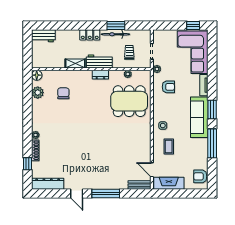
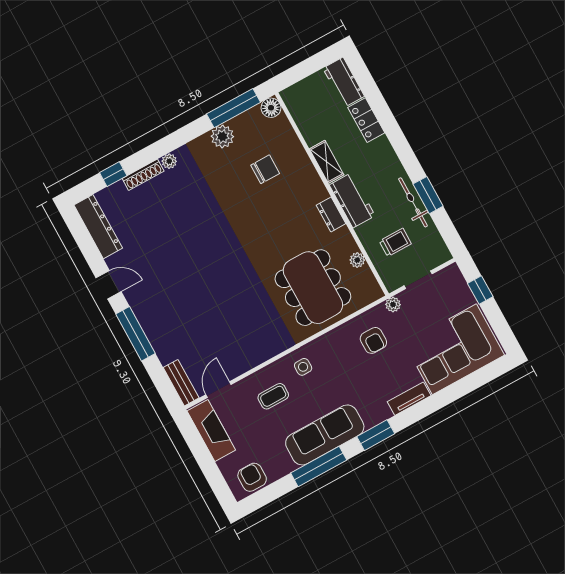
window: (193, 26) -> (480, 290), moved
locker: (90, 35) -> (366, 120), moved
window: (28, 92) -> (233, 108), added
plant: (38, 93) -> (222, 136), moved
sofa: (199, 117) -> (325, 435), moved
door: (77, 194) -> (108, 285), swing flipped

